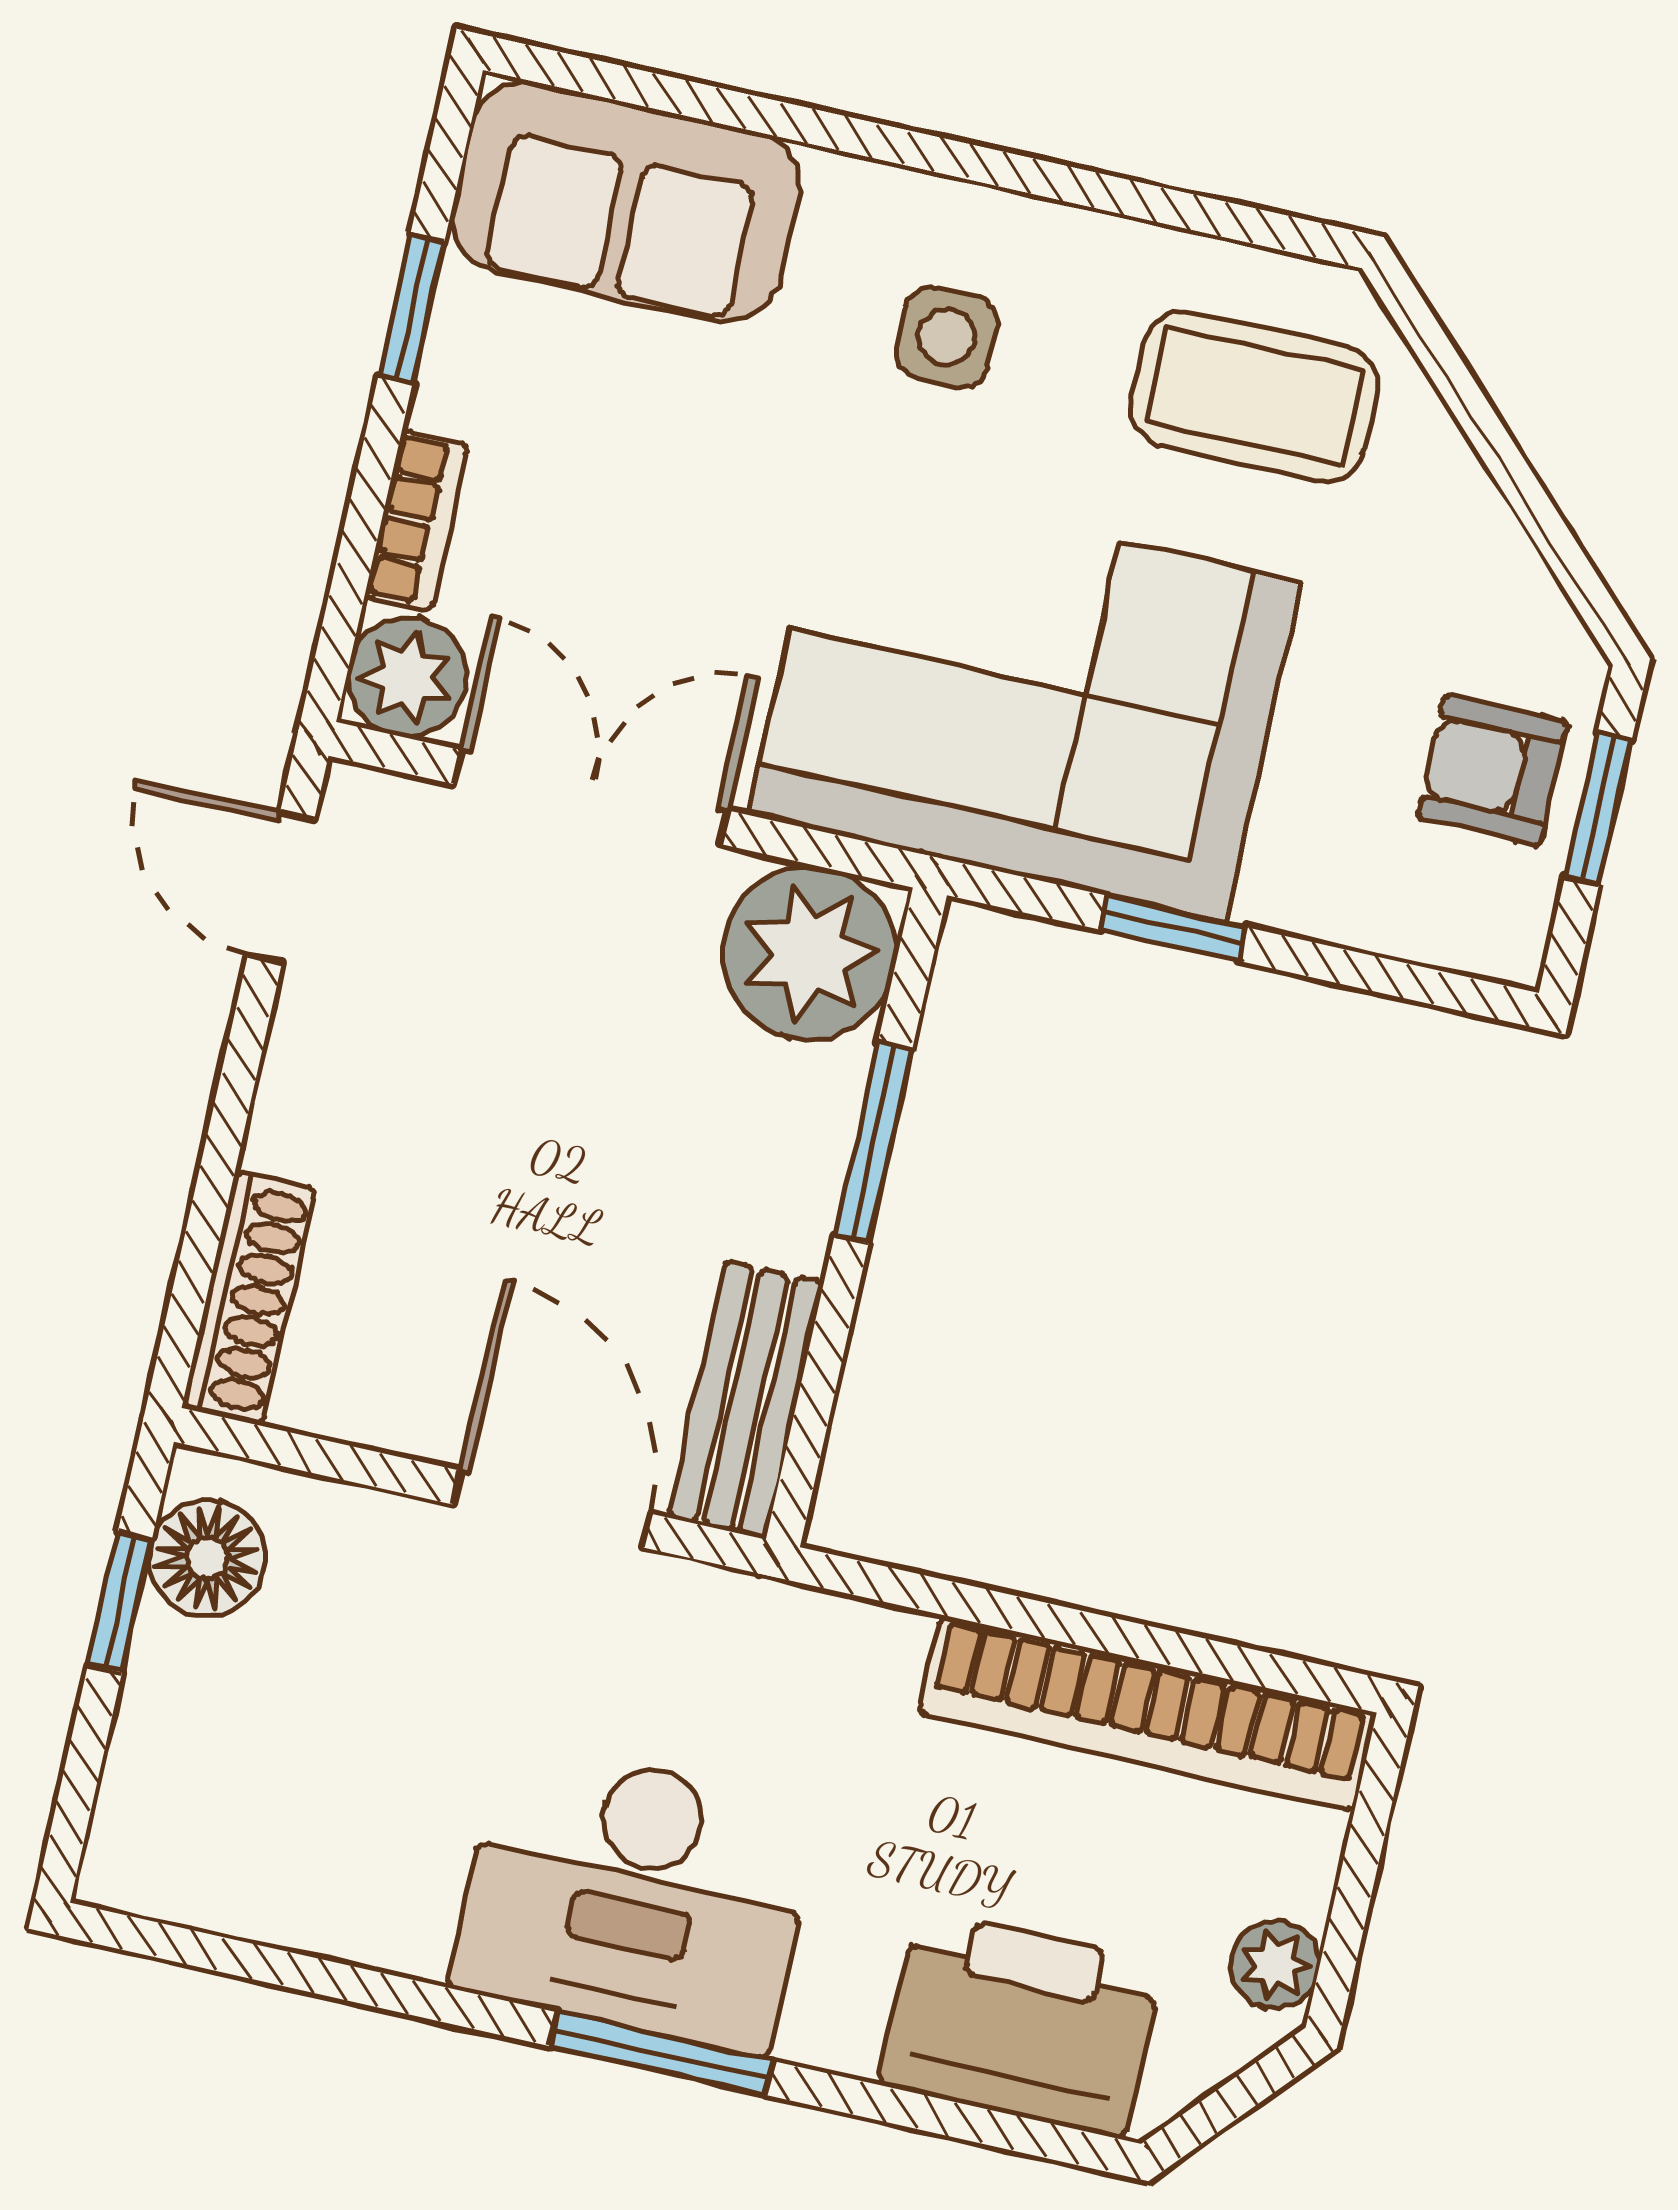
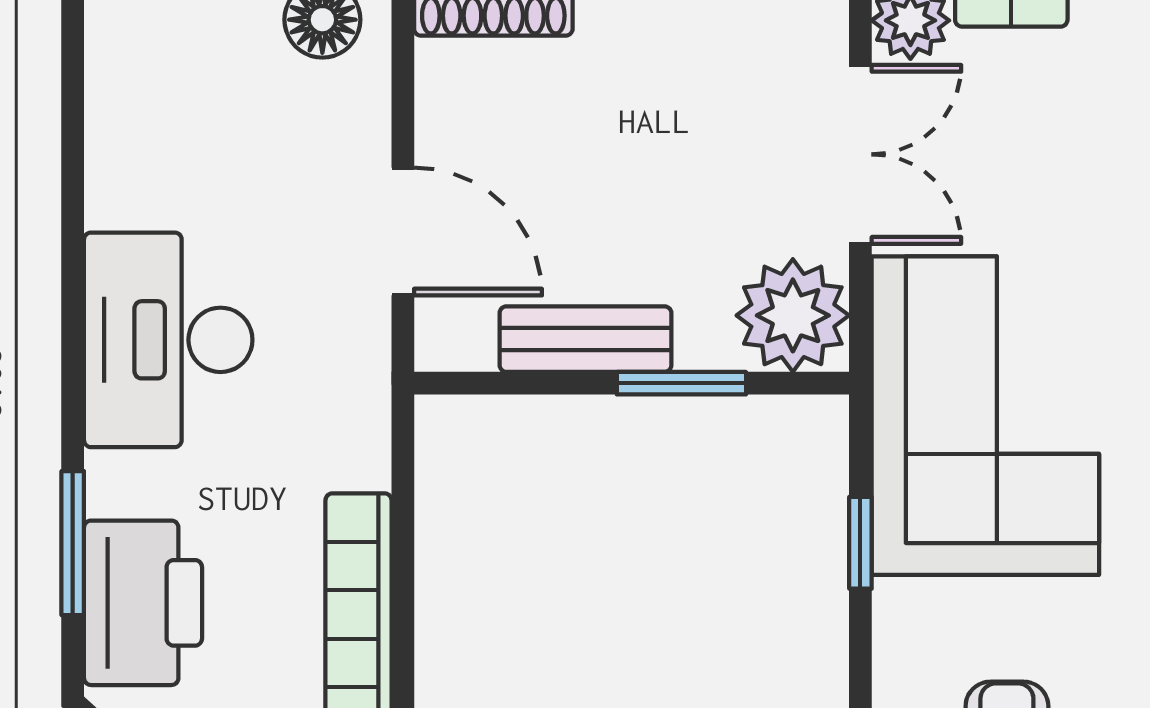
bench: (746, 1400) -> (585, 339), moved
door: (552, 1509) -> (403, 231), hinge flipped
window: (661, 2054) -> (73, 543), moved

